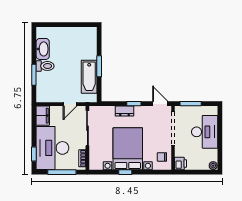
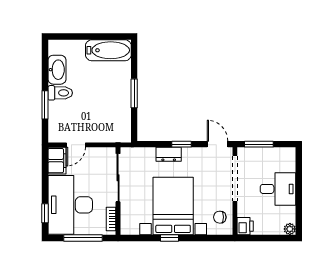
bathtub: (89, 77) -> (108, 50), moved, turned -90
door: (70, 104) -> (76, 145), moved
desk: (205, 132) -> (278, 189), width x0.73

